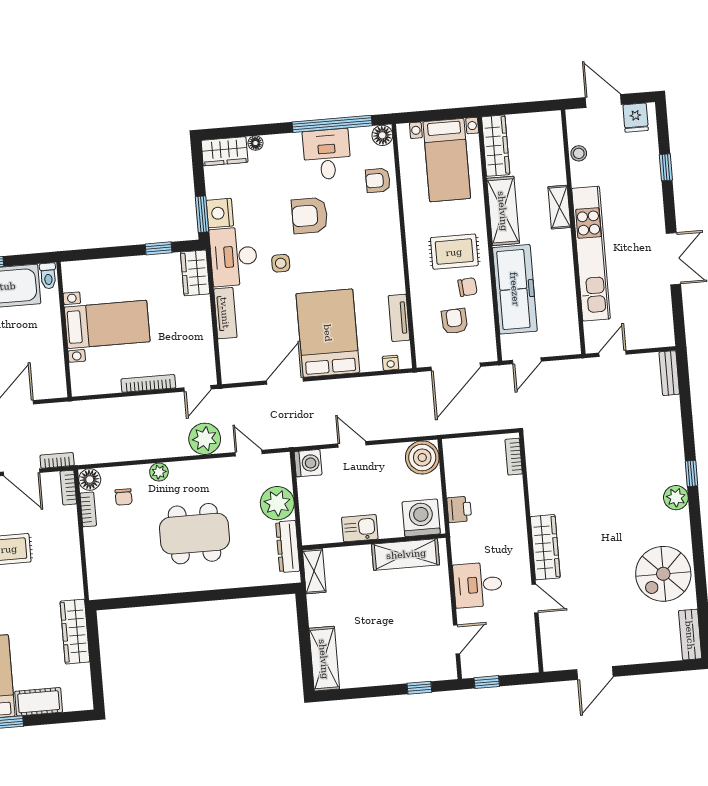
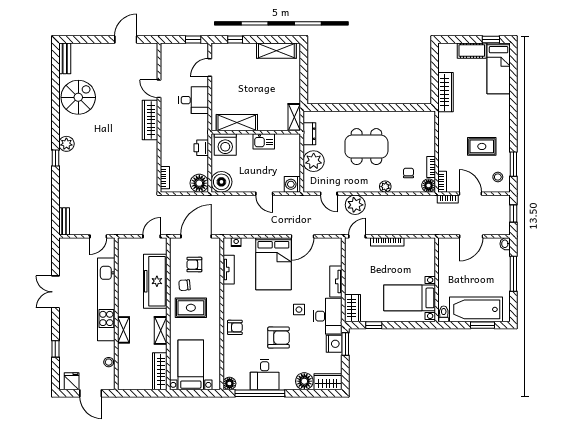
floor lamp: (255, 143) -> (304, 381), width x1.89, depth x1.89
armchair: (378, 180) -> (235, 327), moved
shelving: (503, 211) -> (161, 330), width x0.67, depth x0.75
armchair: (454, 321) -> (194, 265), turned 93
bed with nightstands: (107, 324) -> (410, 298), moved
floor lamp: (458, 452) -> (199, 183), added
dresser: (288, 547) -> (309, 134), width x0.70
shelving: (324, 659) -> (276, 51), moved, turned 90

